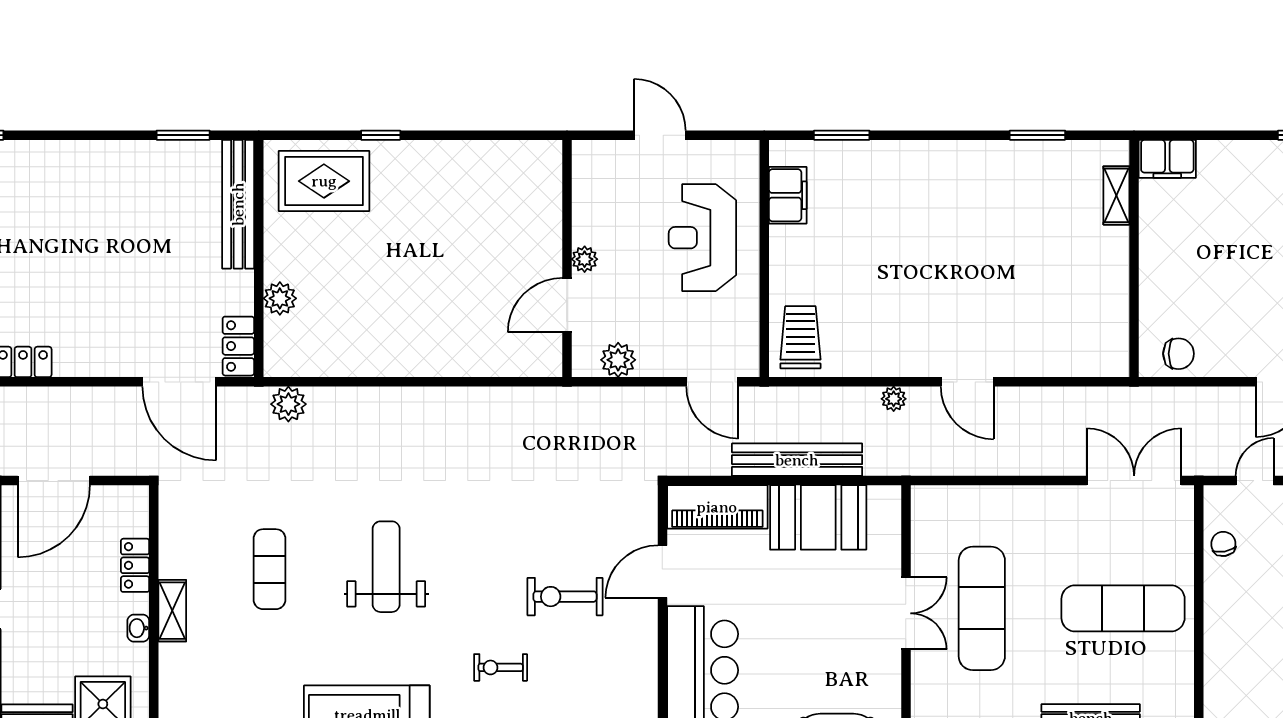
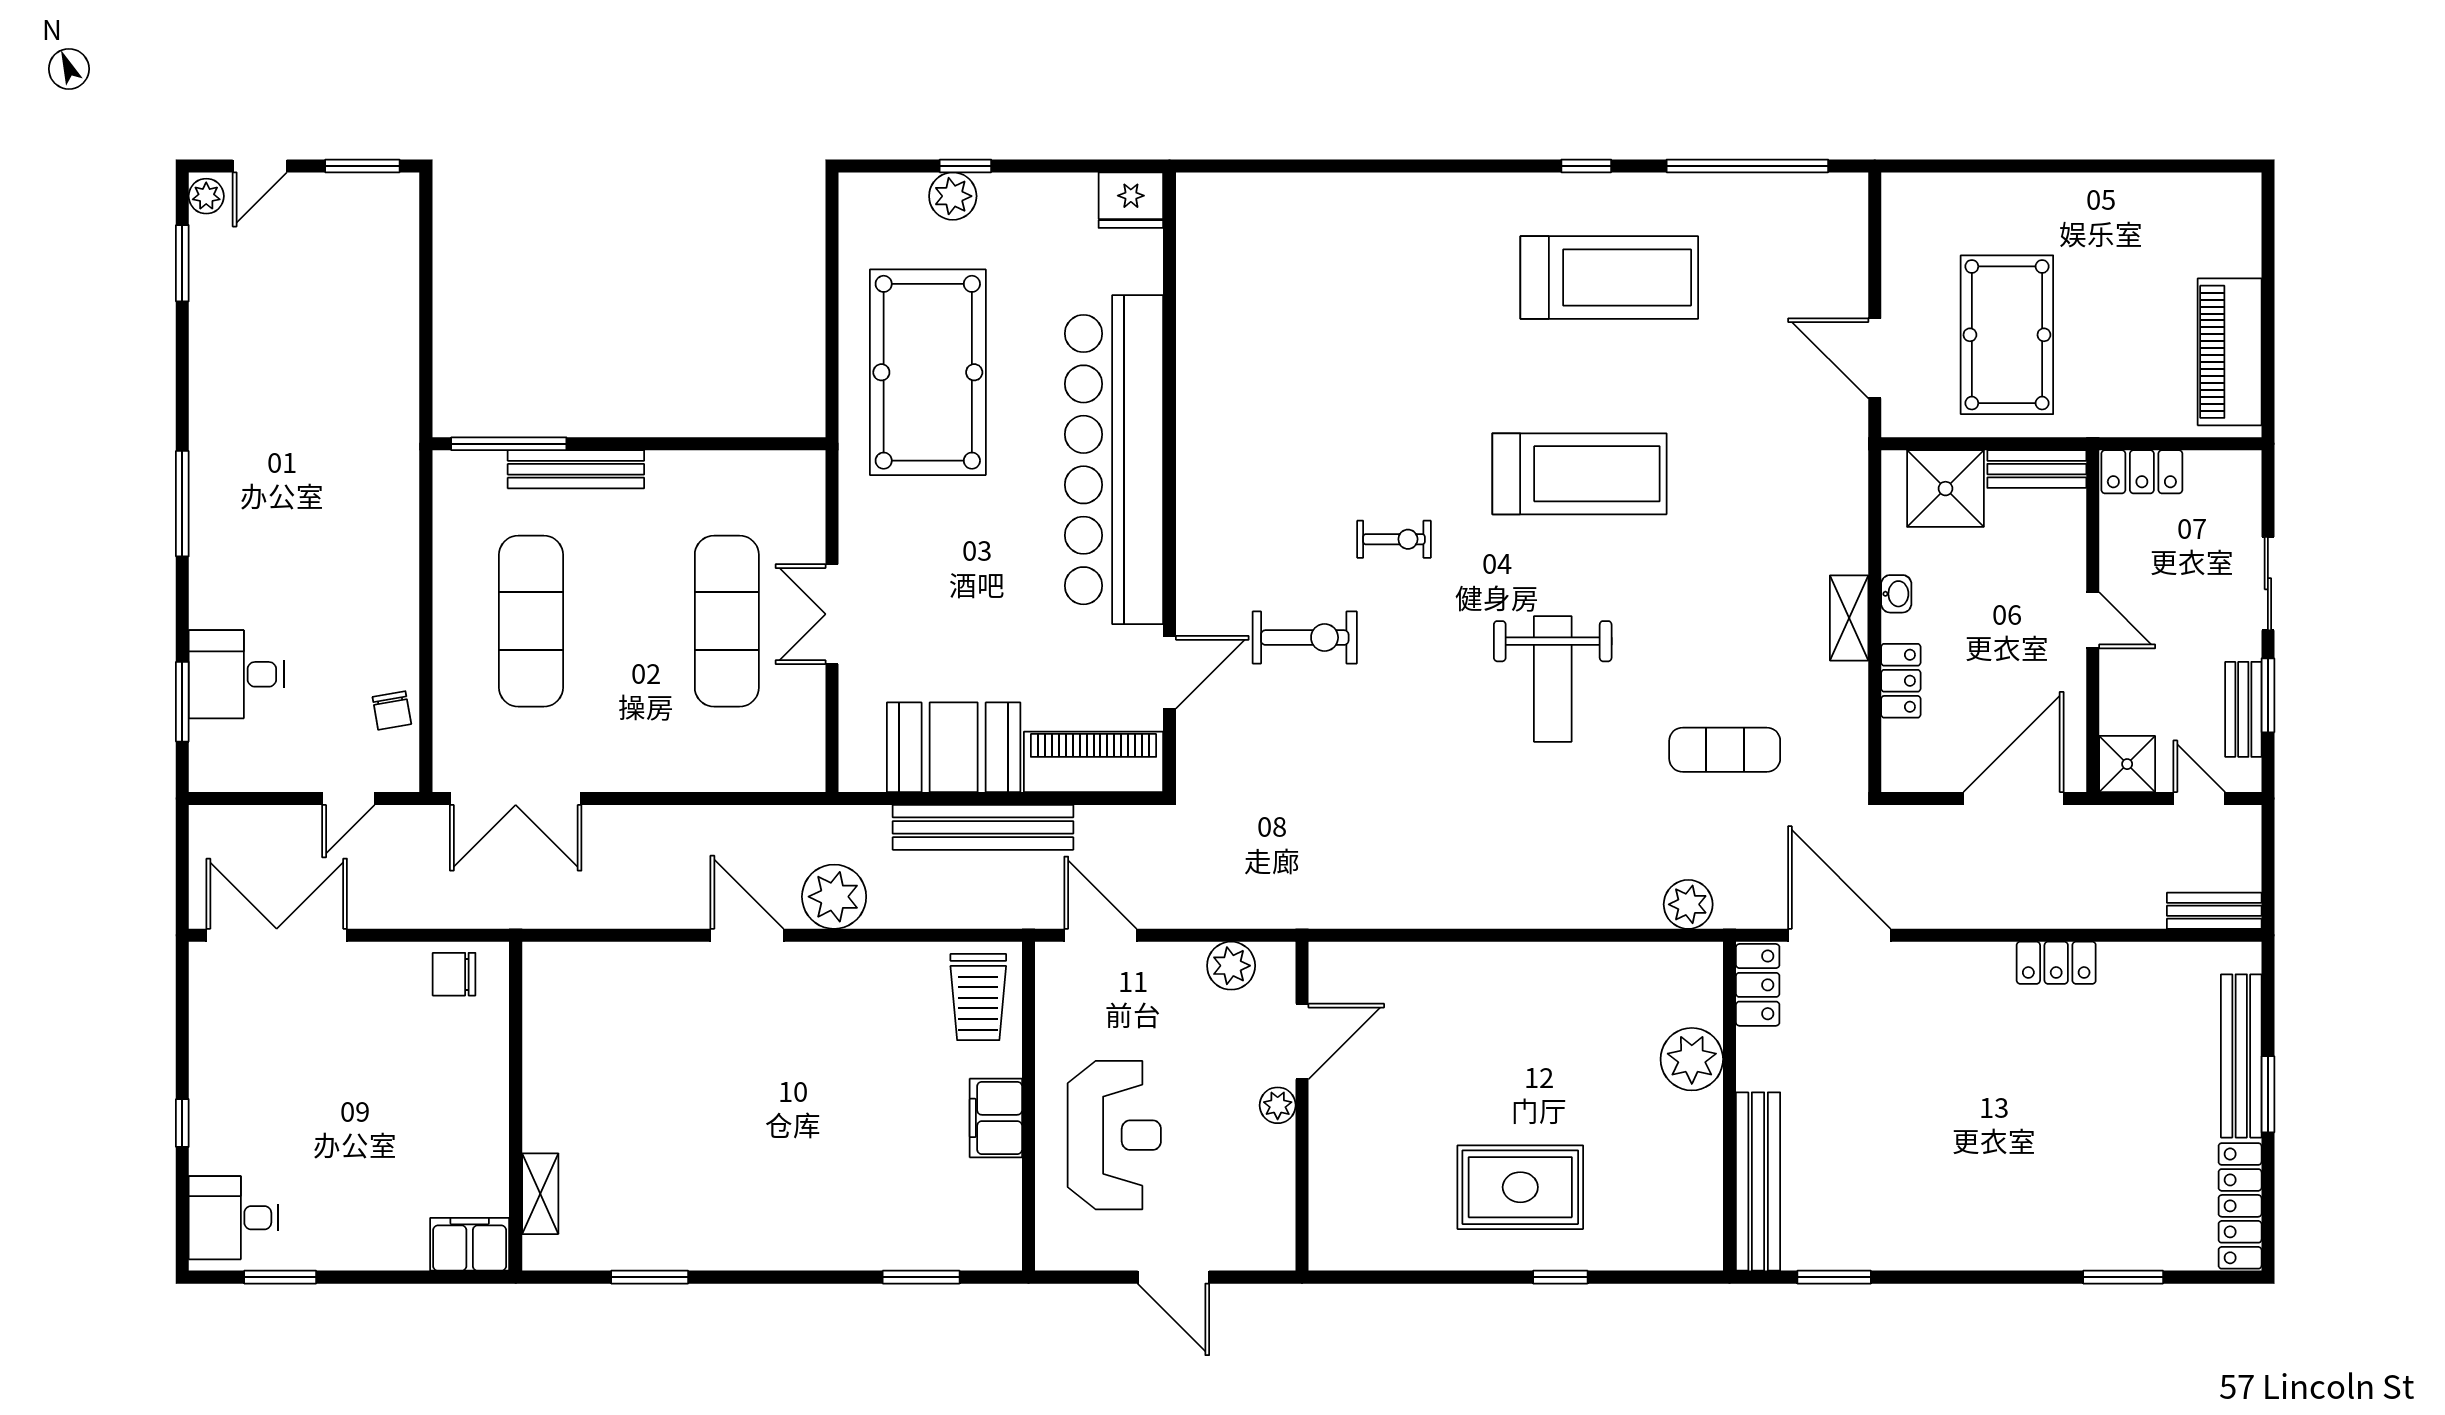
rug: (324, 181) -> (1520, 1187), moved
filing cabinet: (788, 195) -> (996, 1118), moved
plant: (280, 298) -> (1692, 1059), width x1.36, depth x1.36
plant: (894, 399) -> (834, 897), width x1.87, depth x1.87
exercise mat: (269, 569) -> (1725, 750), moved, turned 90
exercise mat: (1123, 608) -> (531, 621), turned 90

